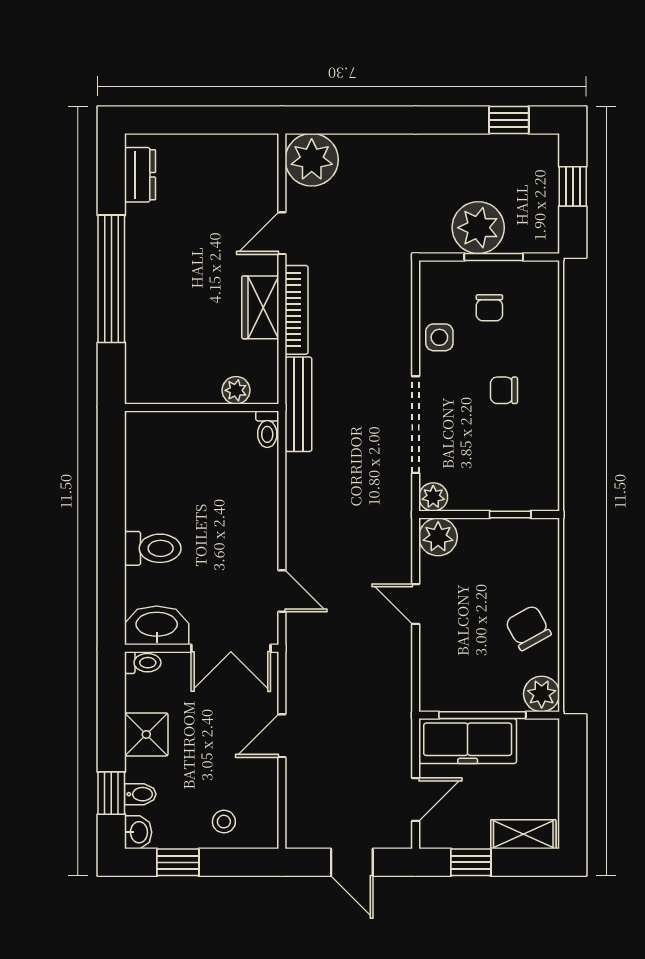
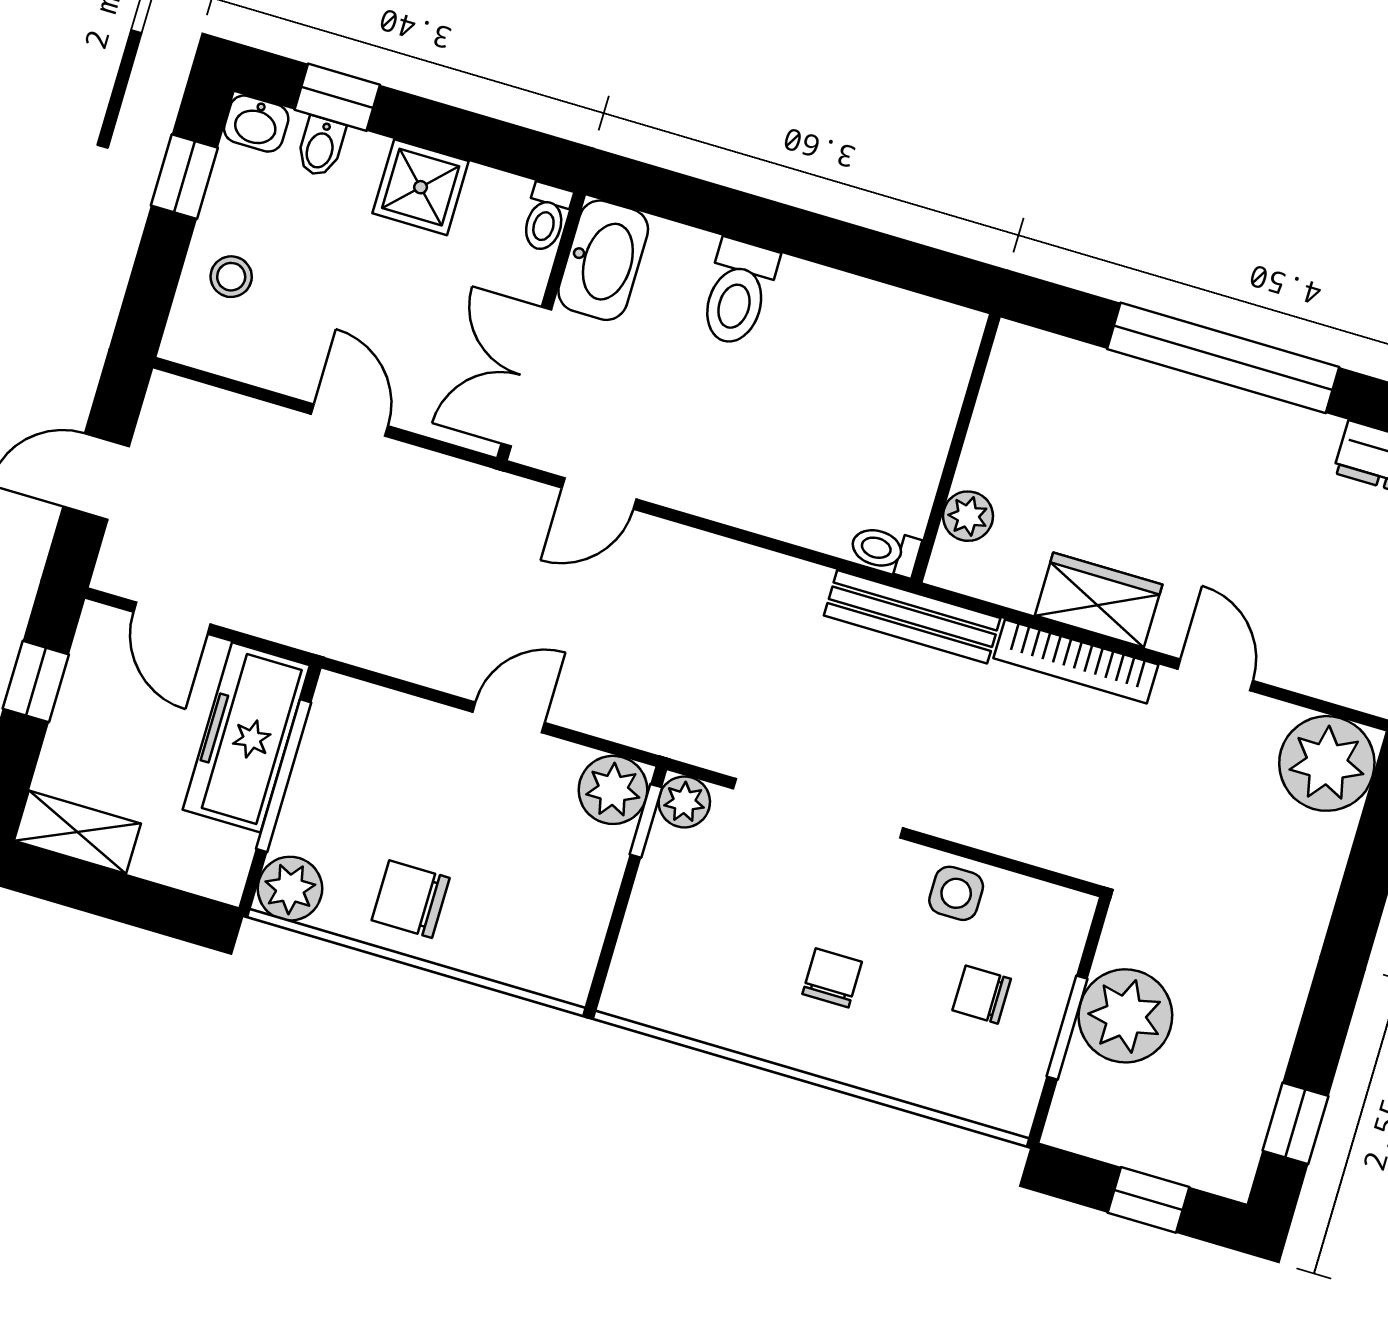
window: (510, 514) -> (646, 821), moved
chair: (528, 628) -> (411, 899), turned -151
shelving: (523, 834) -> (77, 832), moved, turned 90

